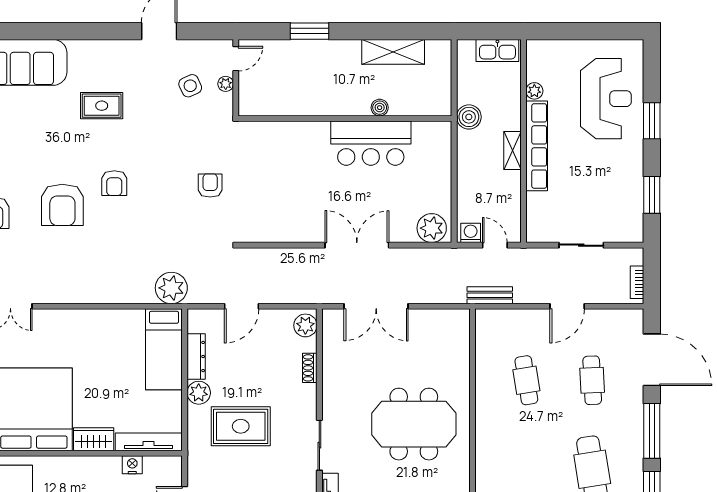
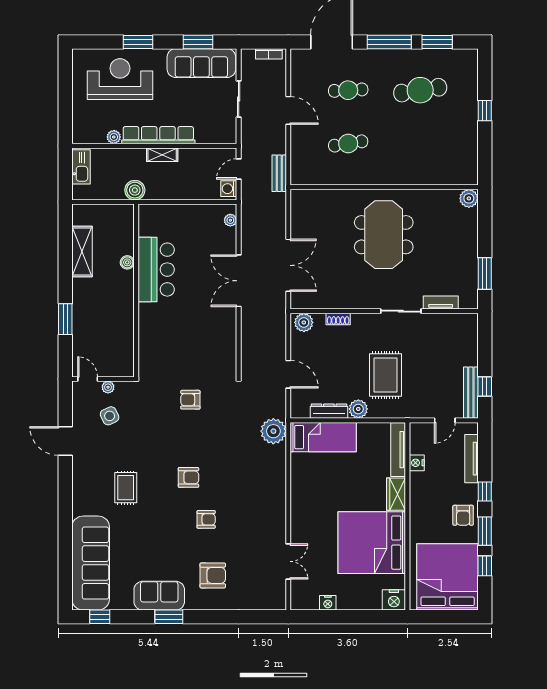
sofa: (626, 199) -> (201, 63), added
armchair: (62, 205) -> (206, 519), width x0.53, depth x0.53
plant: (432, 228) -> (230, 220), width x0.53, depth x0.53

